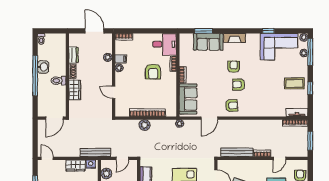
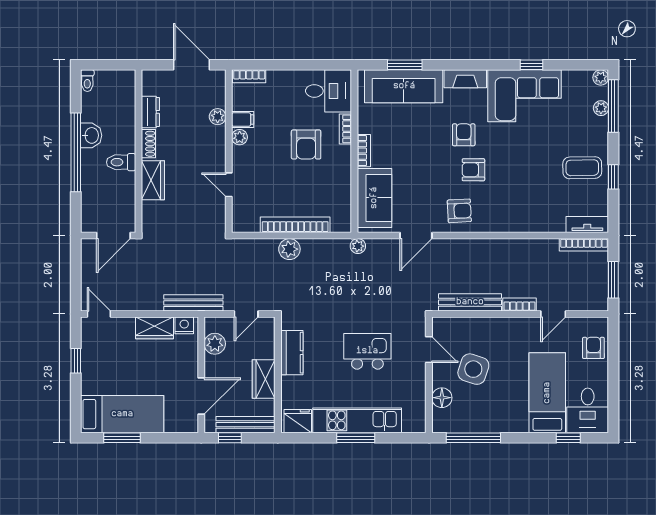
sofa: (208, 42) -> (404, 86), width x1.36
corner sofa: (279, 47) -> (524, 96), moved

